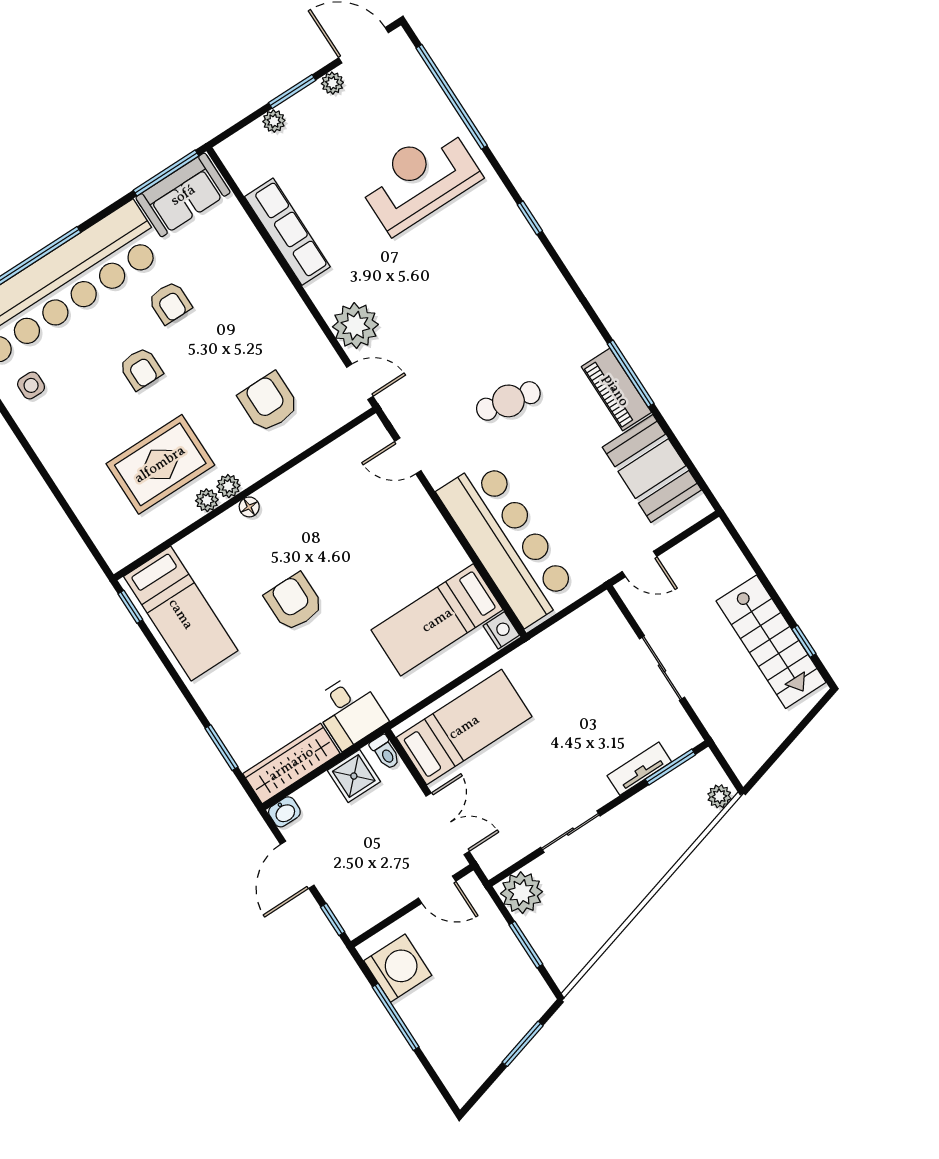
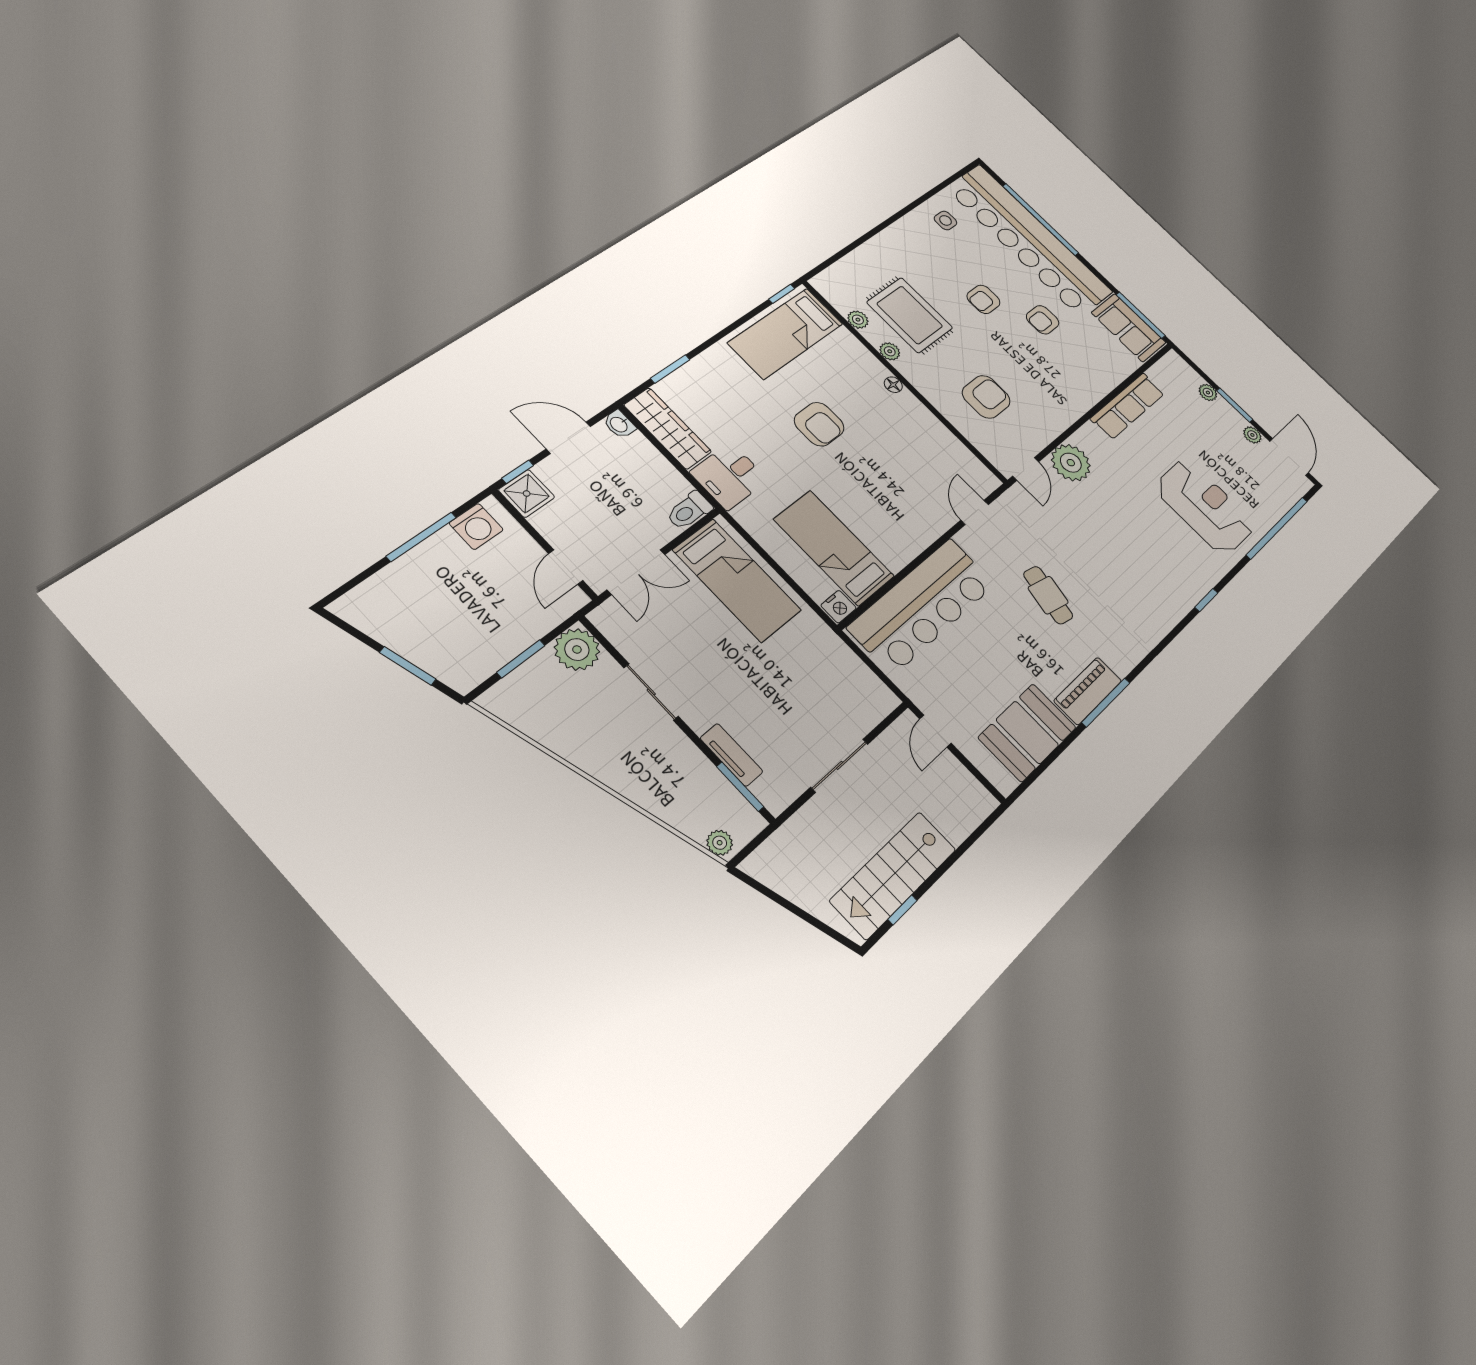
plant: (228, 486) -> (858, 320), moved
armchair: (294, 602) -> (819, 424), turned 90
toilet: (385, 752) -> (689, 511), width x1.37, depth x1.39
shower: (354, 776) -> (527, 493), moved
washing machine: (398, 968) -> (476, 526), width x0.73, depth x0.73

